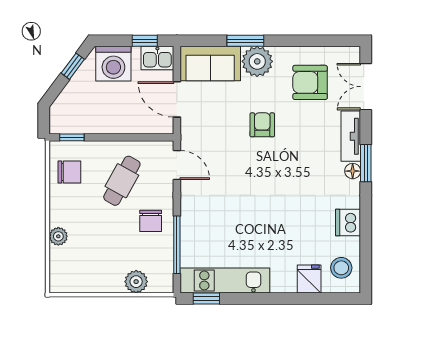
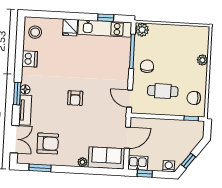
window: (245, 41) -> (40, 168), moved
plant: (257, 61) -> (82, 162), width x0.53, depth x0.53
washing machine: (113, 64) -> (169, 166), width x0.53, depth x0.53
door: (177, 99) -> (127, 138), hinge flipped
armchair: (262, 125) -> (75, 98), moved
cafe table: (122, 181) -> (163, 91), turned 61
fridge: (309, 279) -> (70, 27), moved
plant: (136, 282) -> (142, 30), moved
window: (206, 298) -> (106, 18), moved

